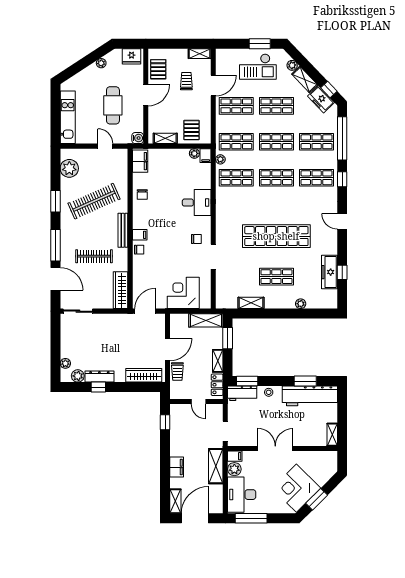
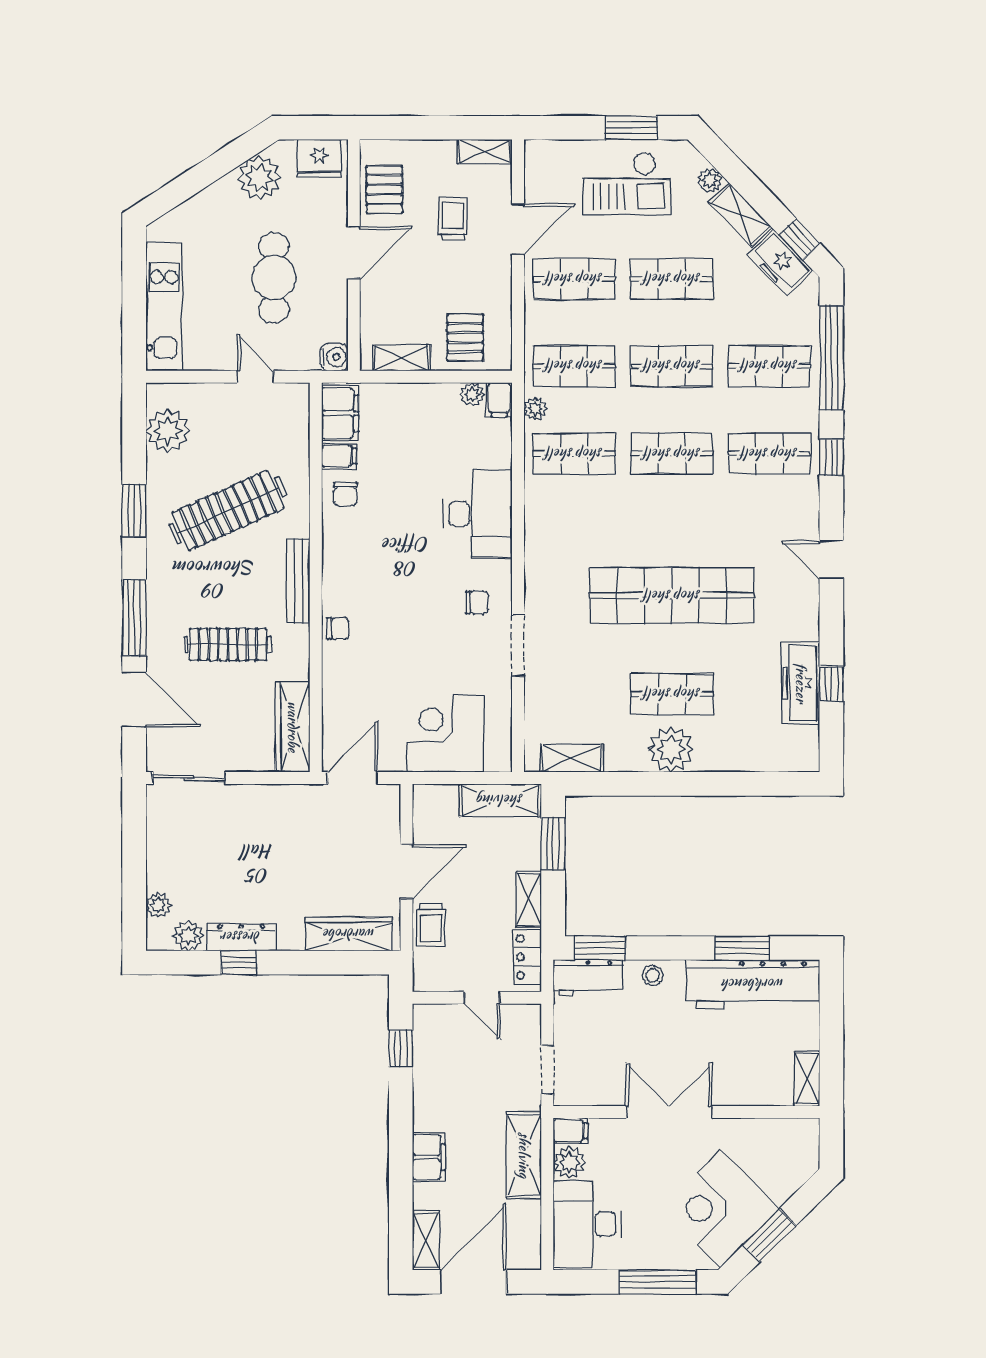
plant: (101, 63) -> (259, 178), width x1.87, depth x1.87
desk: (197, 203) -> (478, 514), width x1.37
filing cabinet: (140, 235) -> (339, 456), moved
shelving: (251, 303) -> (572, 758), moved
plant: (301, 304) -> (671, 749), moved, width x1.87, depth x1.87
window: (251, 518) -> (658, 1282), moved

